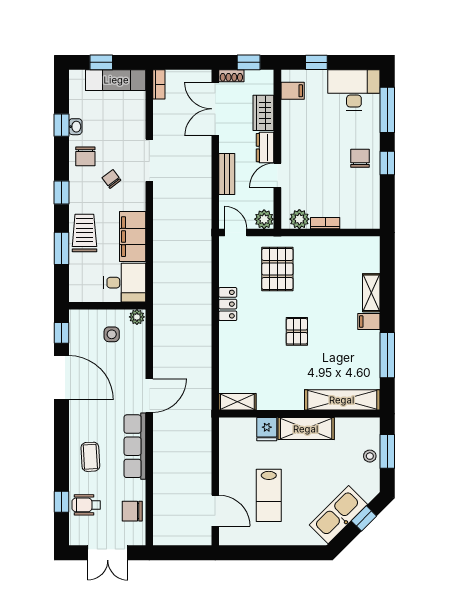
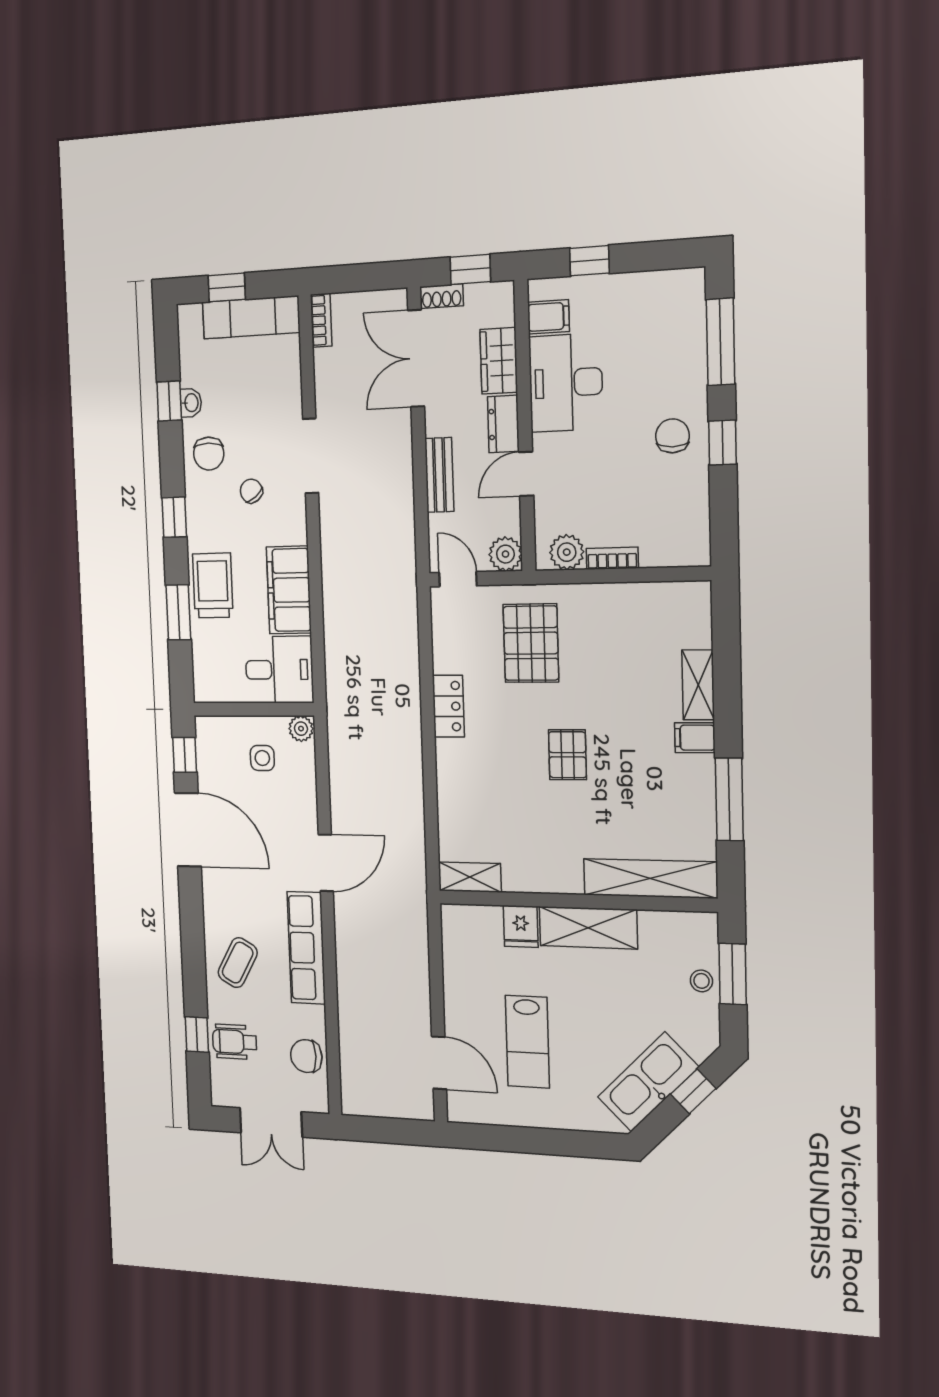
desk: (354, 90) -> (566, 383), moved, turned -90
coffee table: (90, 457) -> (238, 963), turned 32

